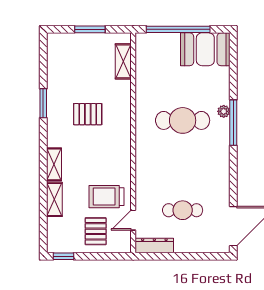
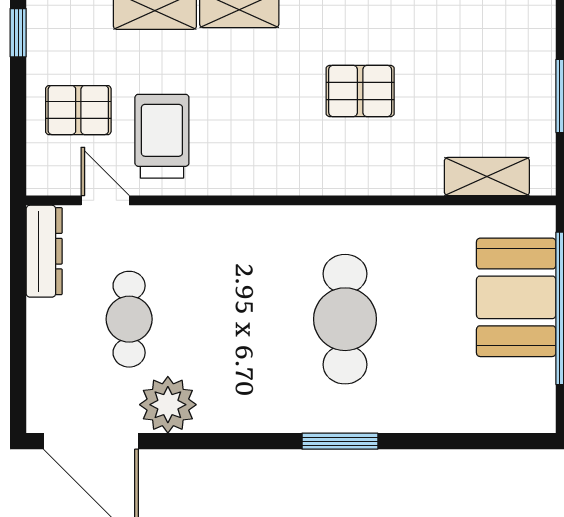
booth: (205, 49) -> (516, 297), moved
plant: (224, 111) -> (168, 405), moved, width x1.88, depth x1.88
pallet: (88, 114) -> (360, 91), turned 90
window: (233, 123) -> (340, 441), width x0.69

